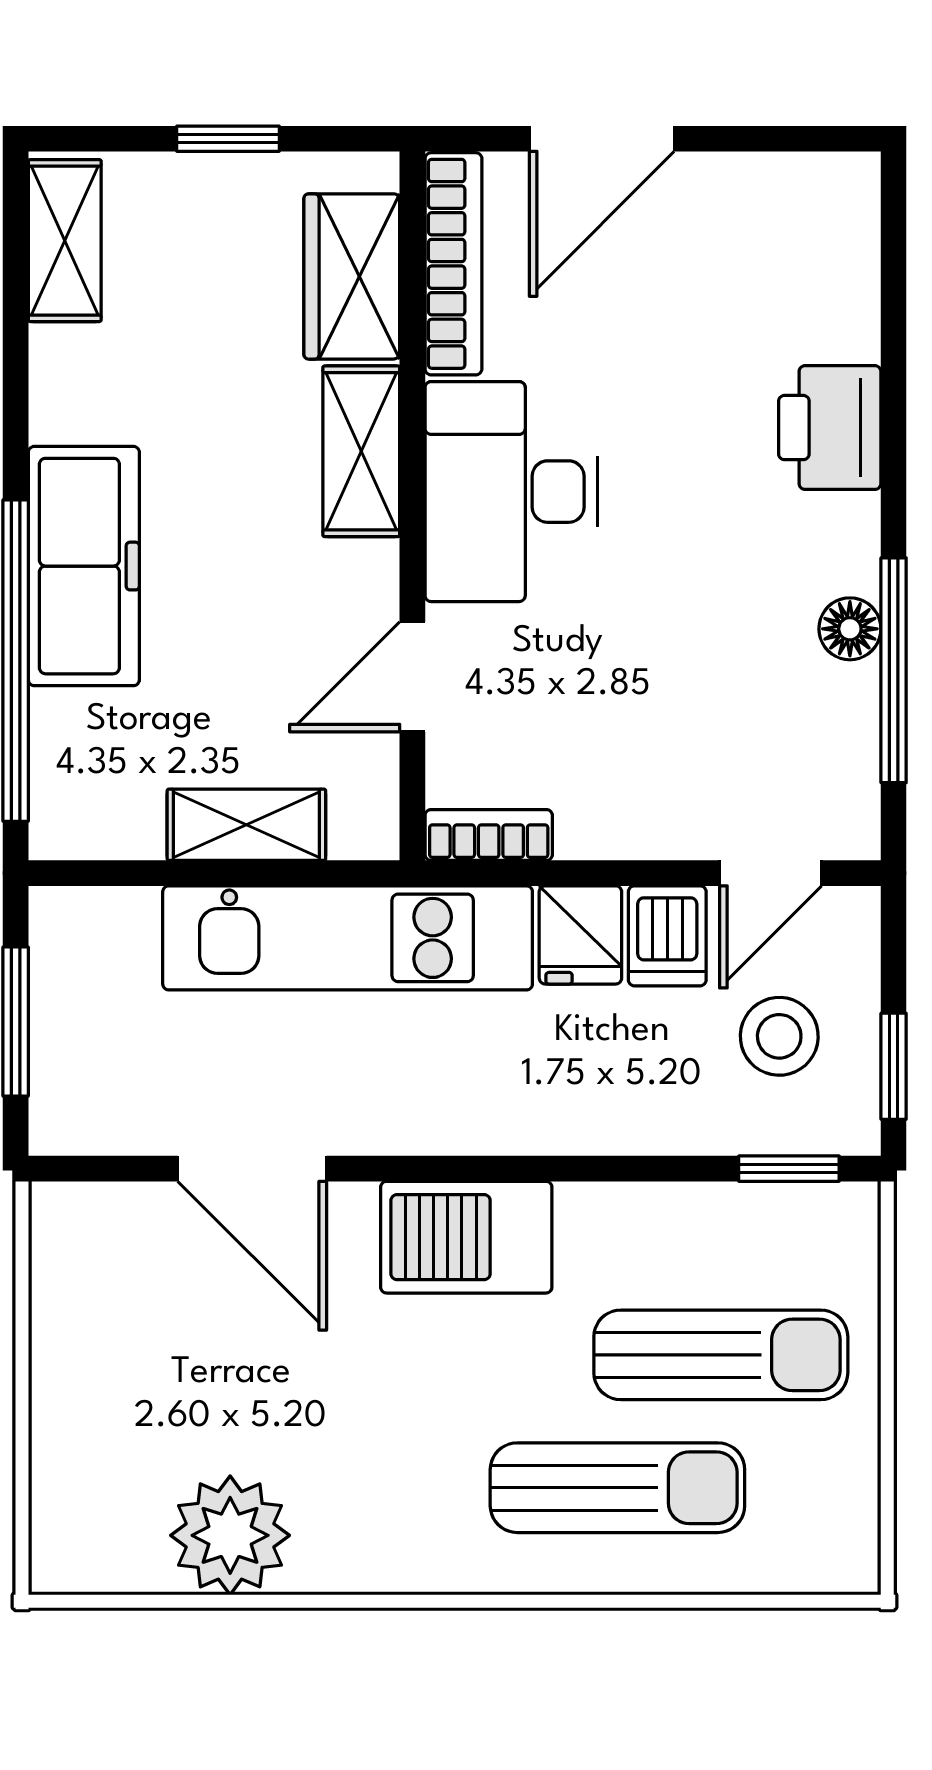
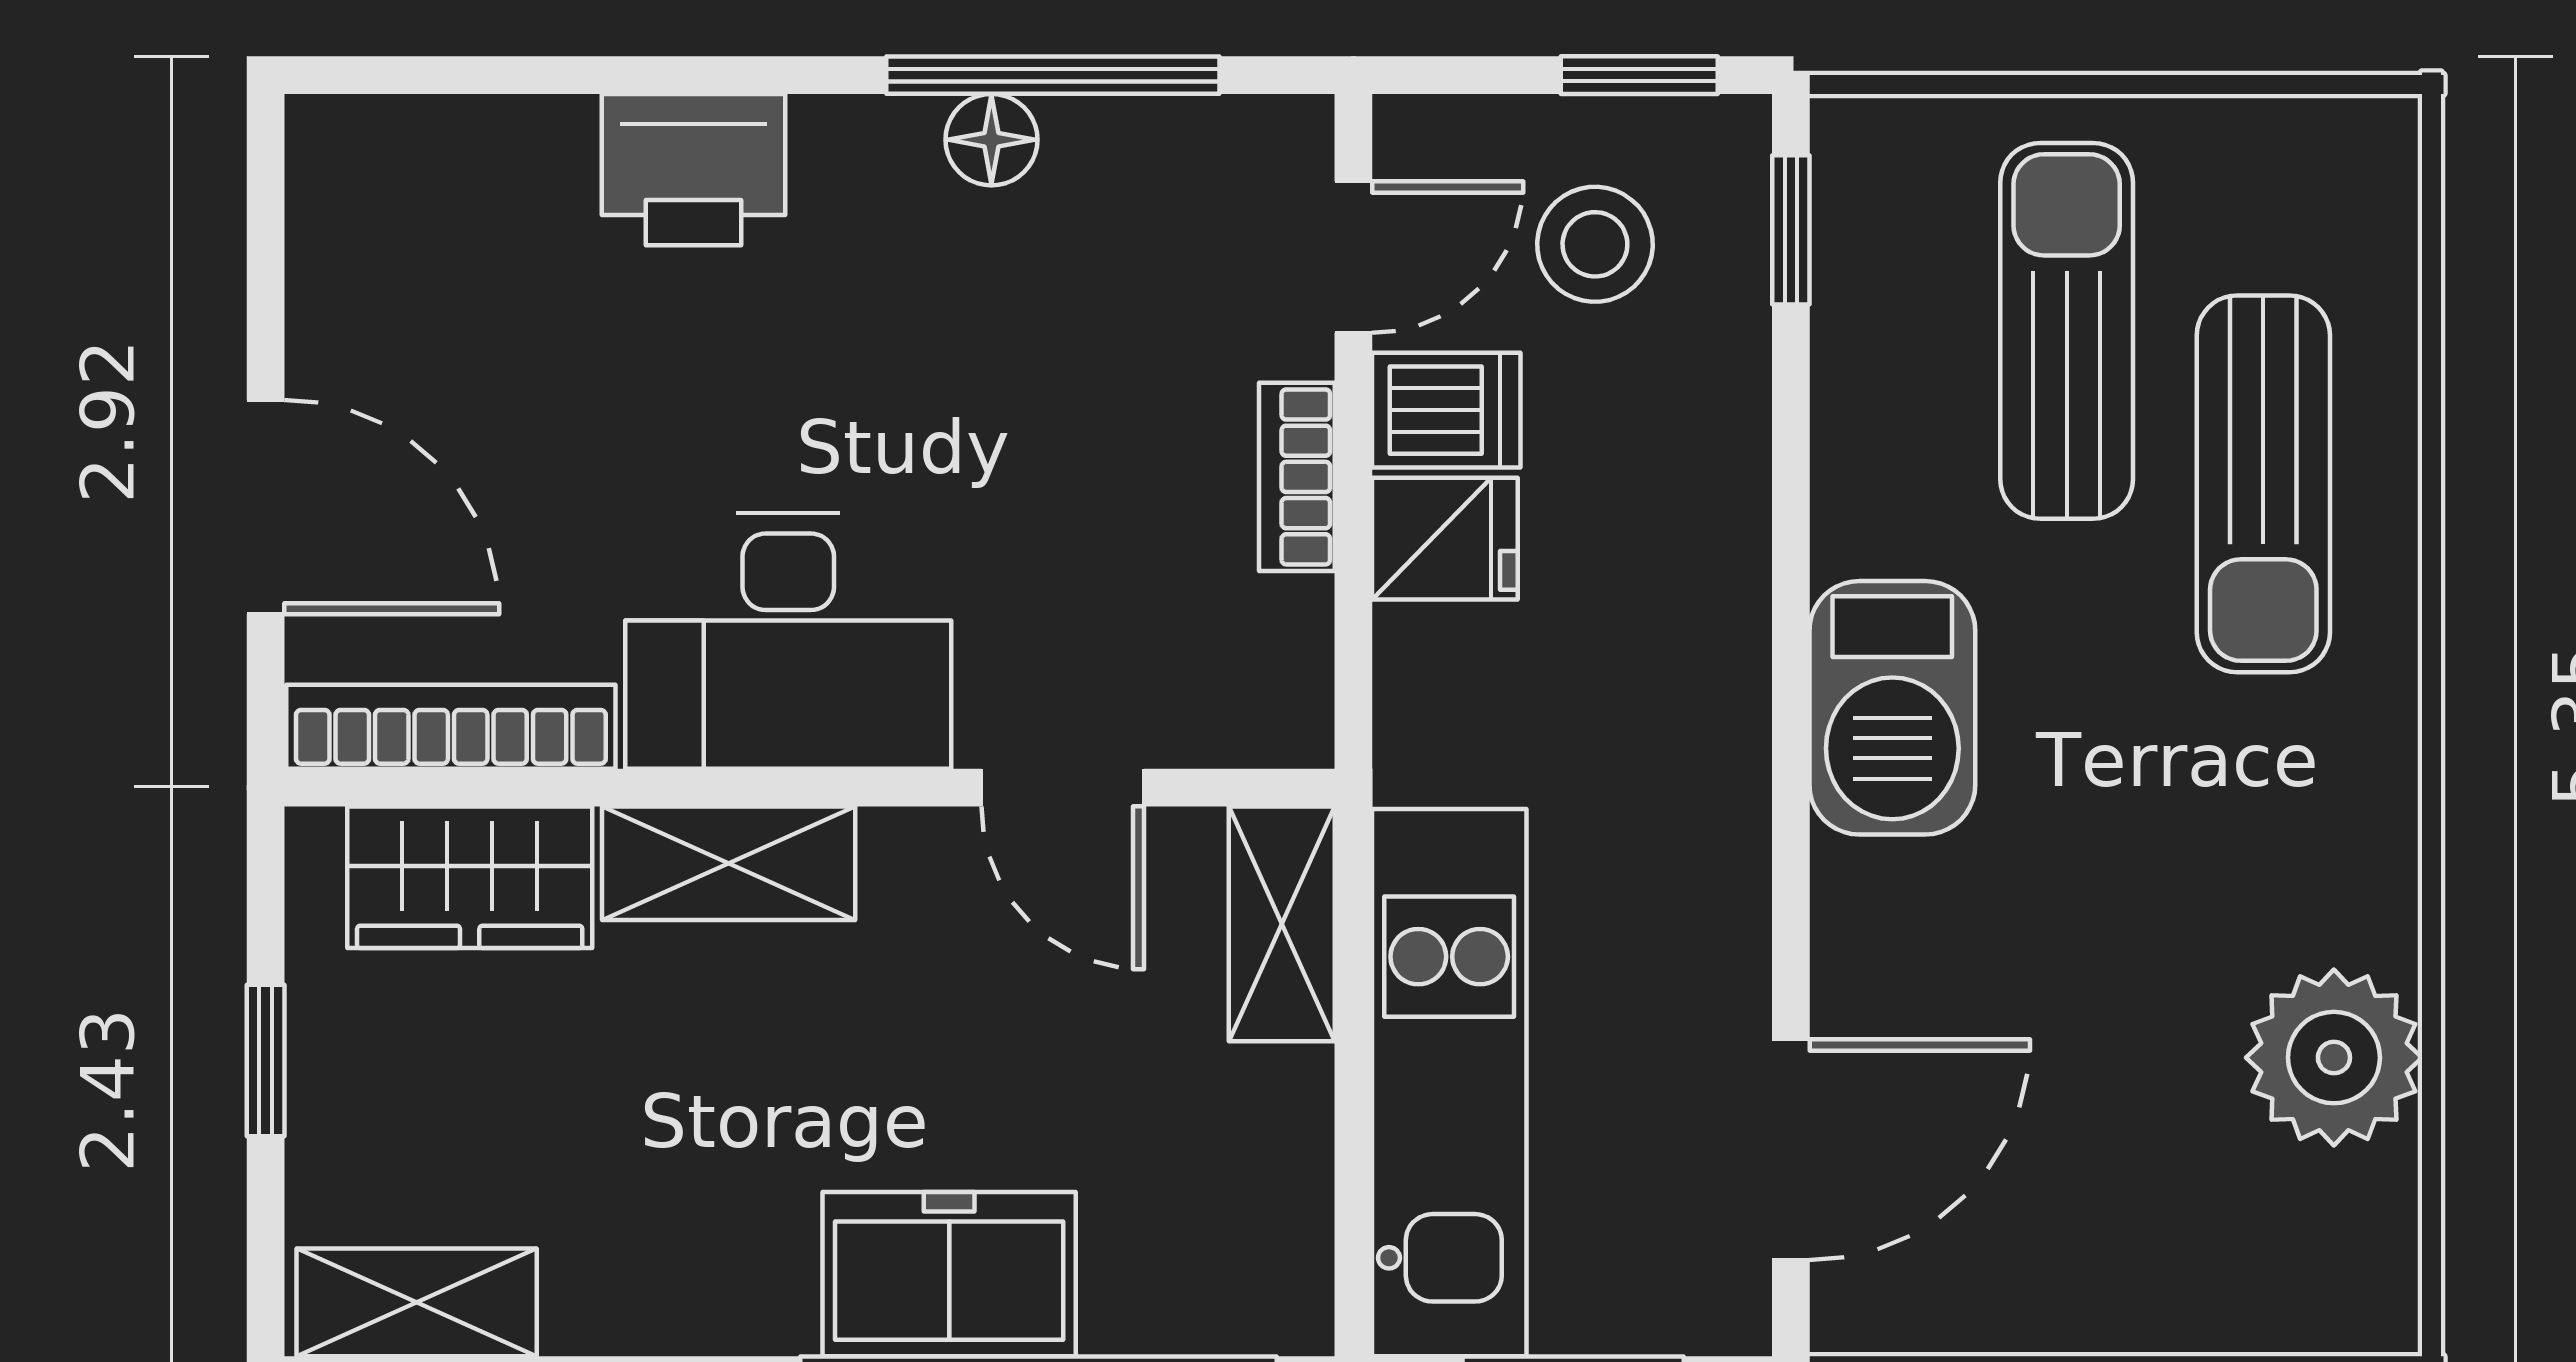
freezer: (84, 566) -> (949, 1274), width x0.71
shelving: (246, 825) -> (1282, 924), moved
bookcase: (489, 835) -> (1297, 477), moved
door: (771, 873) -> (1353, 257), hinge flipped
kitchen unit: (348, 938) -> (1449, 1083), moved
door: (252, 1169) -> (1791, 1150), moved
sun lounger: (617, 1488) -> (2263, 484), turned 180

